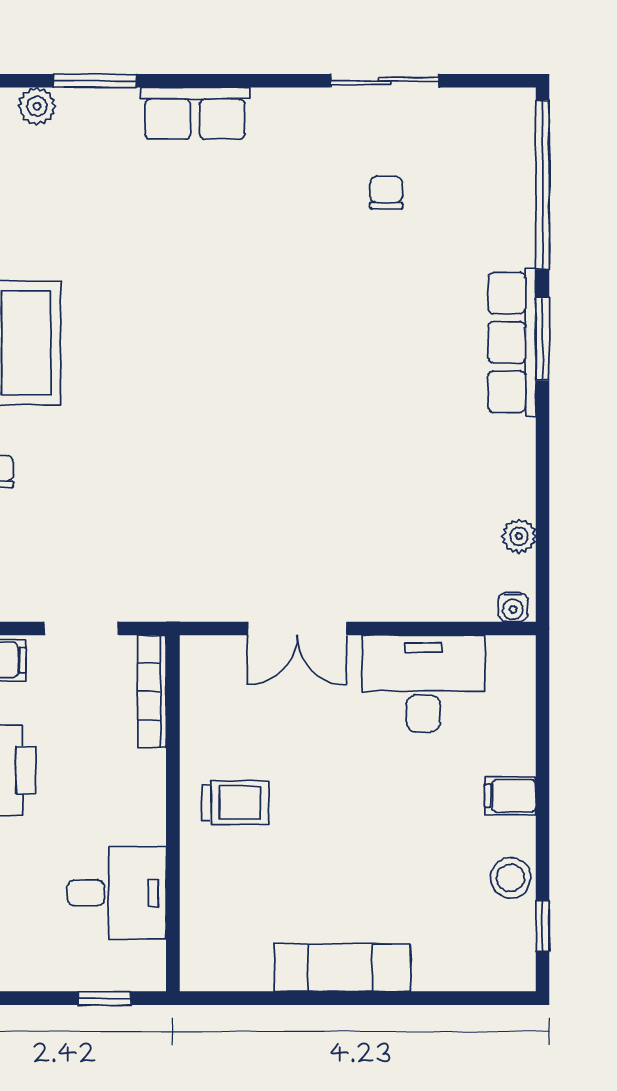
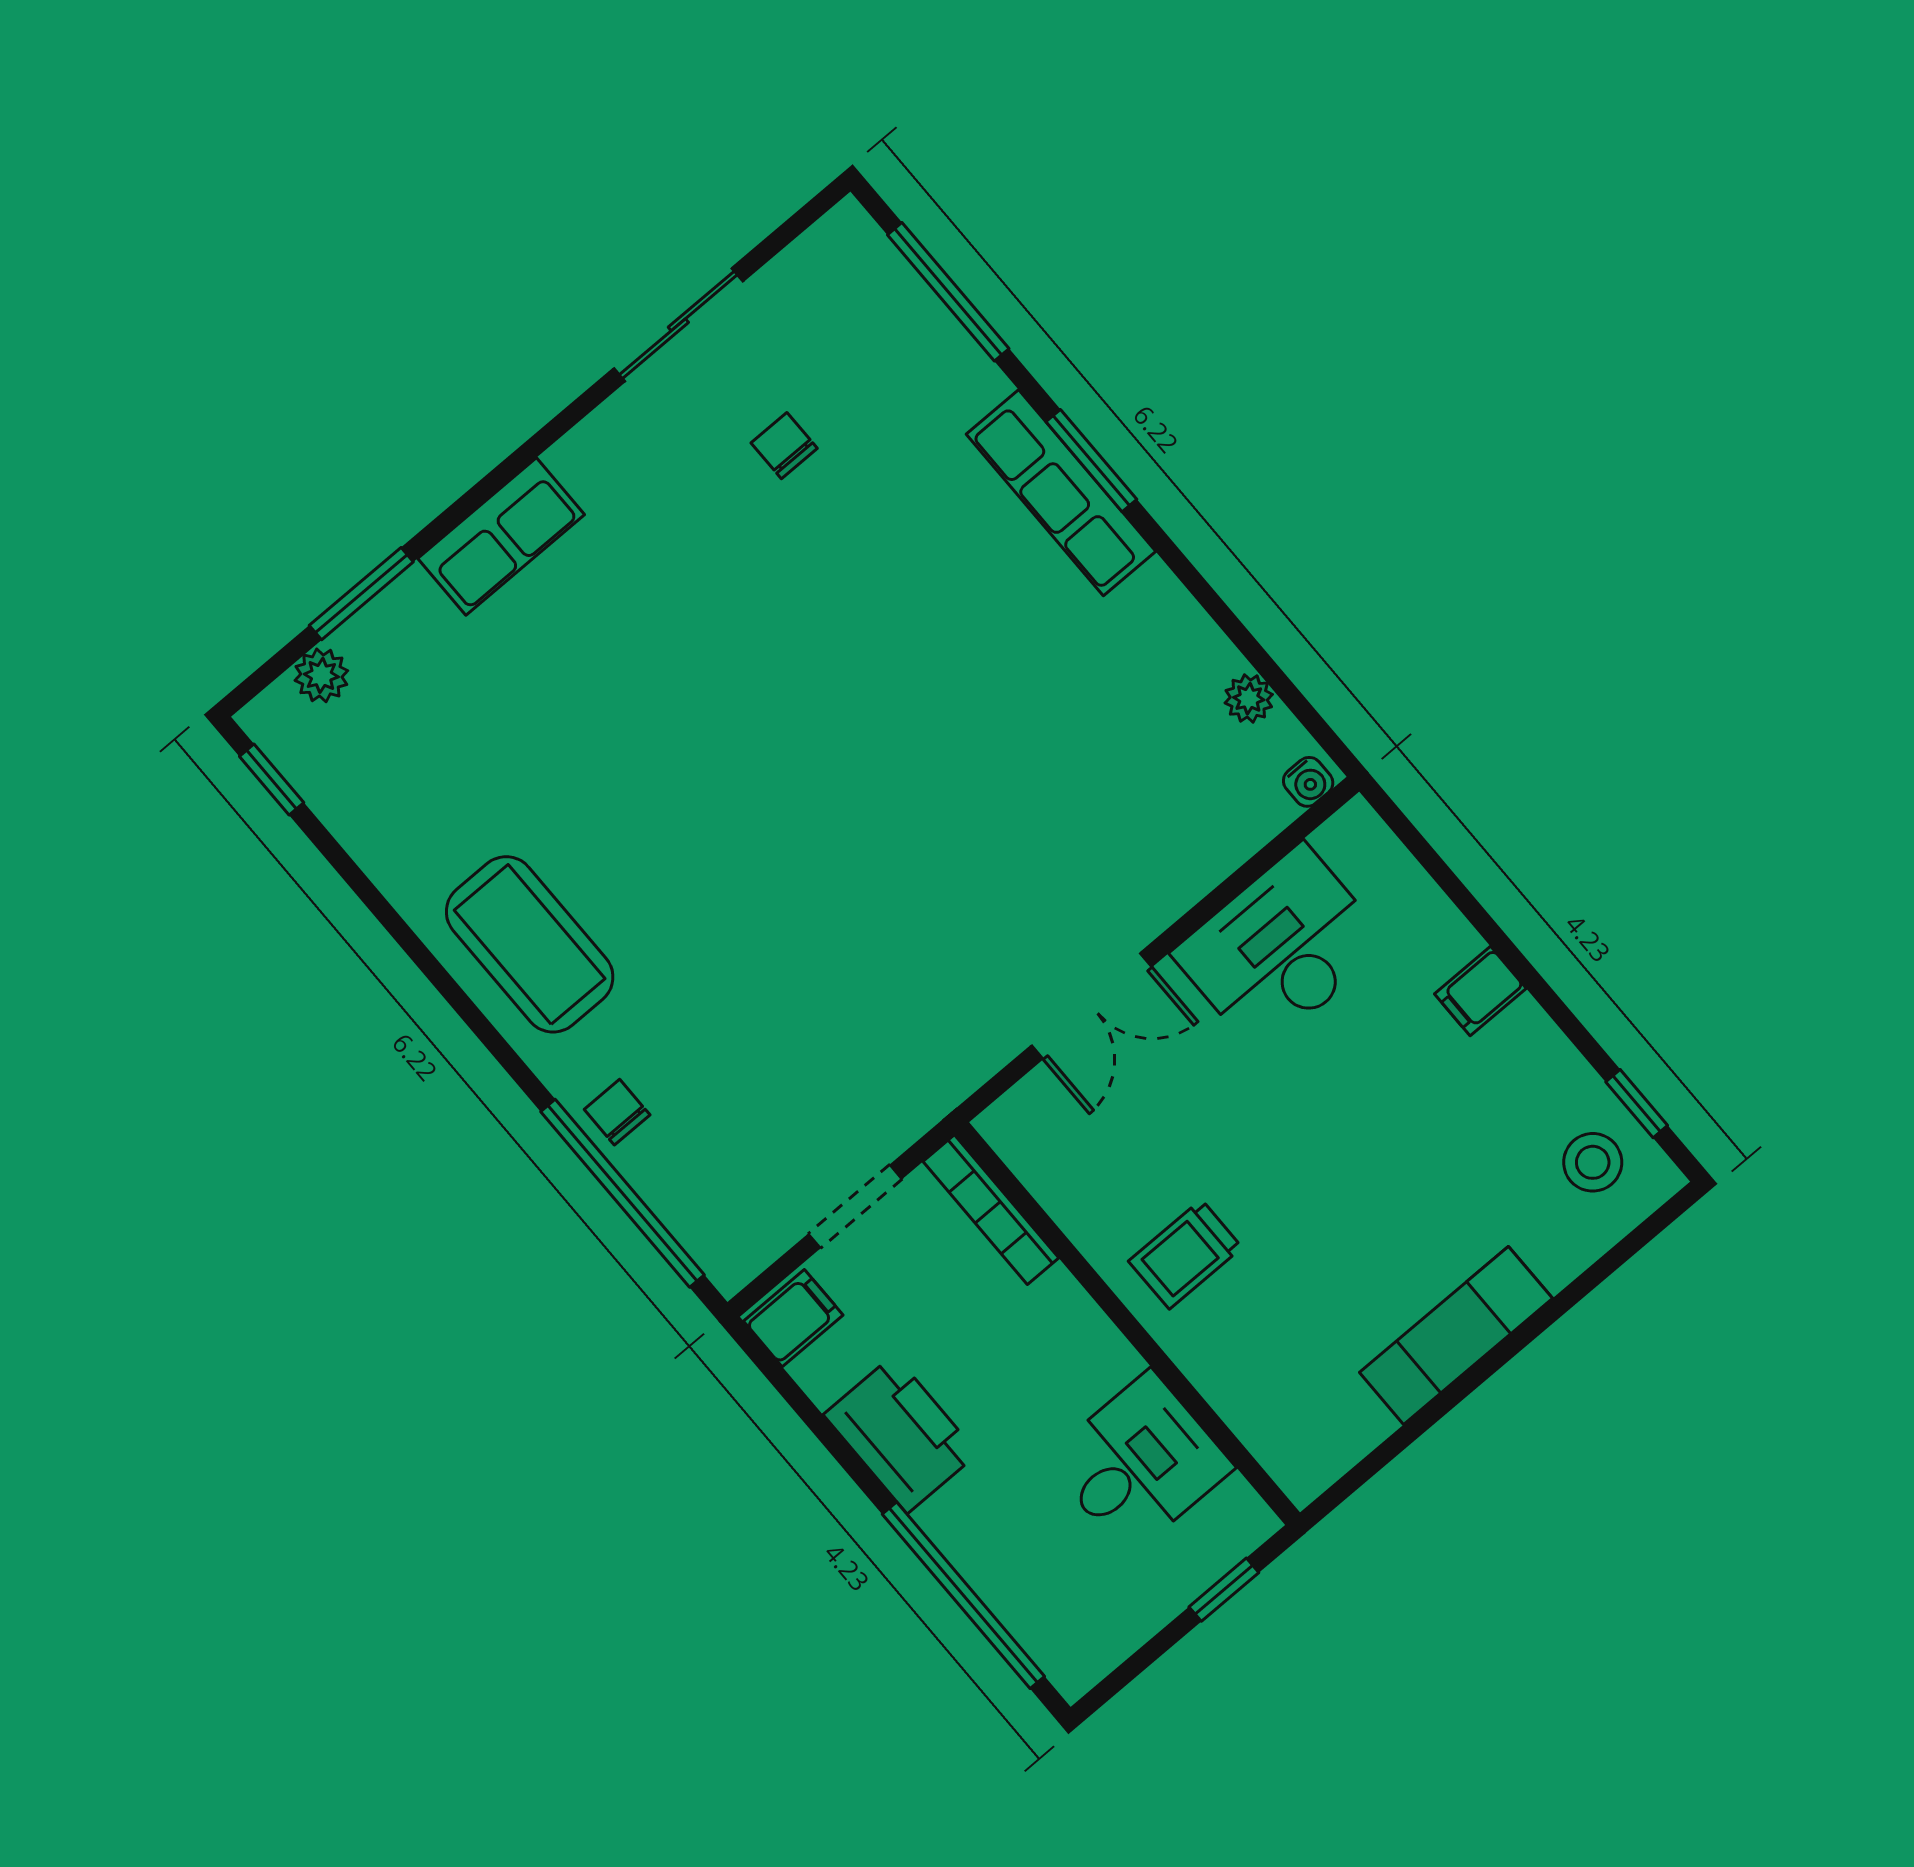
window: (543, 185) -> (948, 292), width x0.68
trolley: (235, 803) -> (1185, 1254), turned 180
stool: (510, 878) -> (1593, 1162), moved

